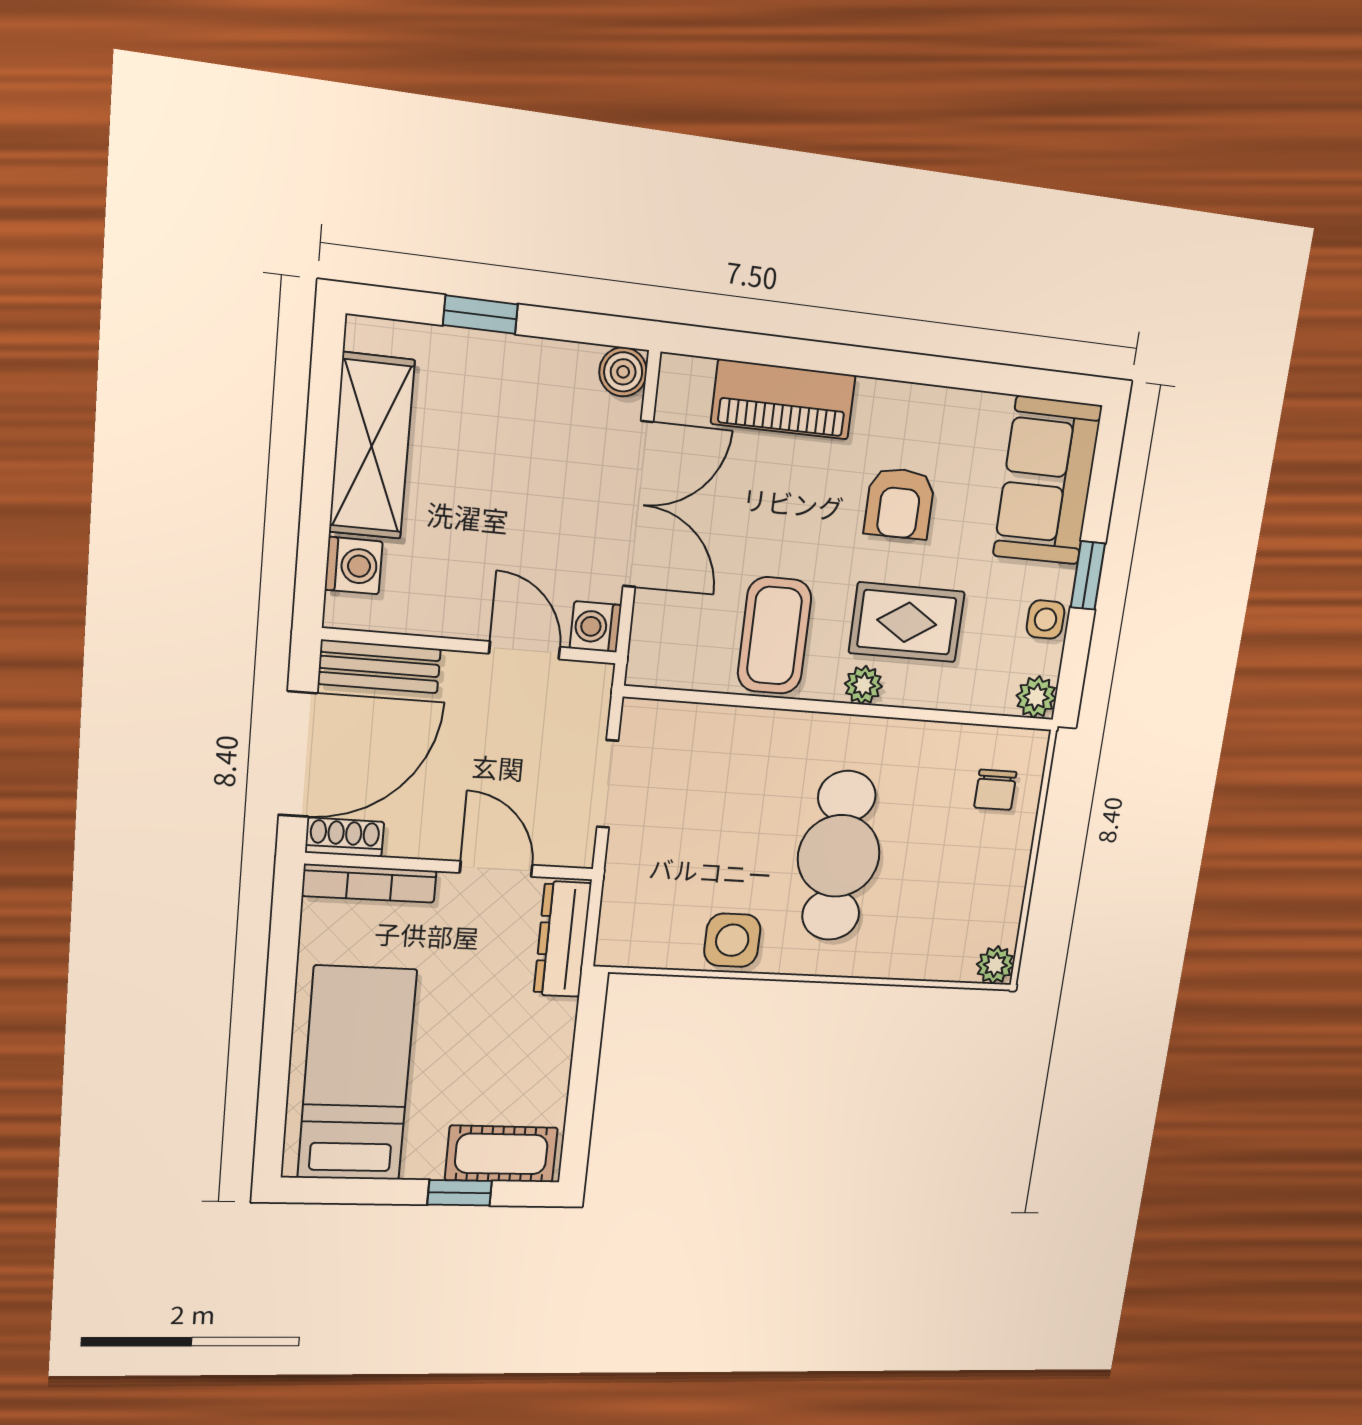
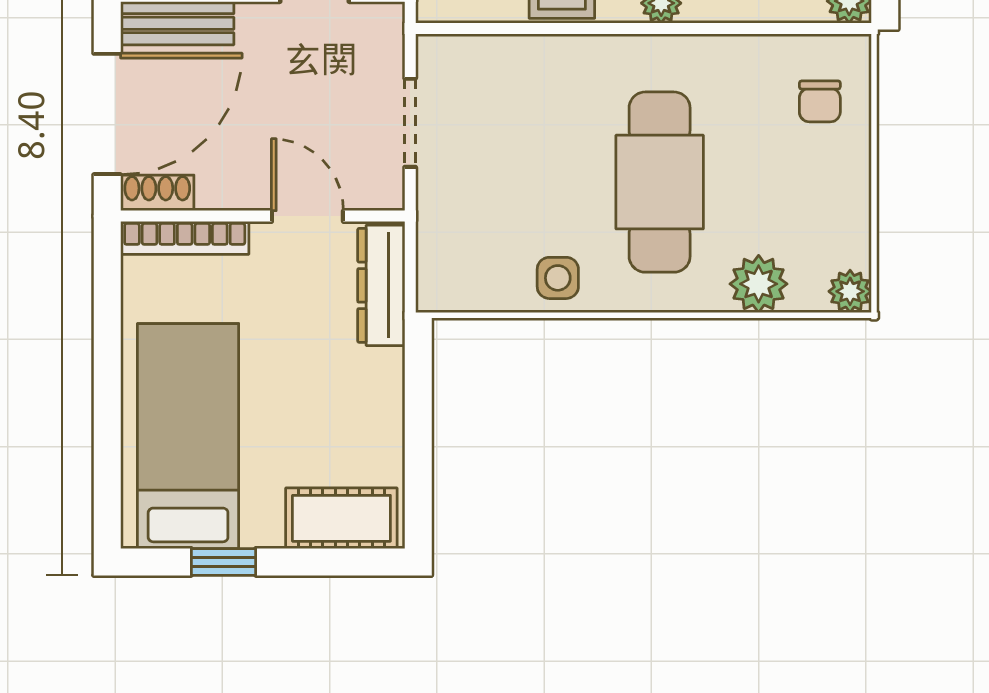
side table: (732, 940) -> (558, 278), width x0.73, depth x0.73
plant: (915, 955) -> (759, 284), added
window: (460, 1193) -> (223, 562), moved

